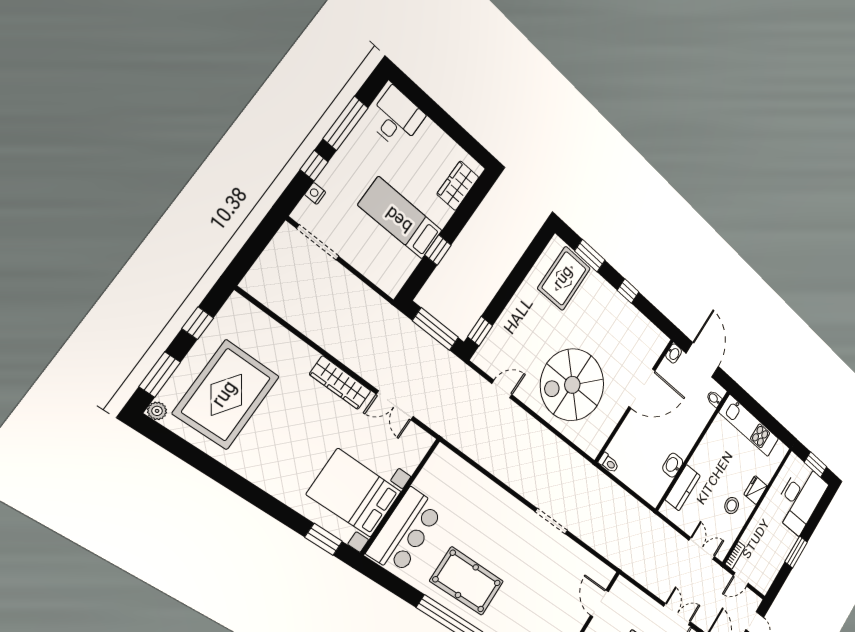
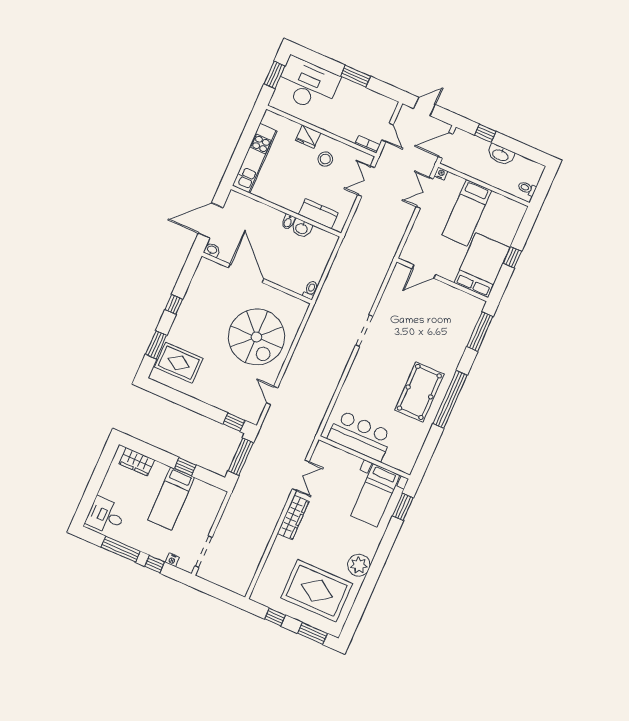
bidet: (714, 399) -> (288, 222), moved
plant: (157, 411) -> (359, 565), moved, width x1.87, depth x1.87
bed with nightstands: (354, 493) -> (375, 495), width x0.73
bar counter: (405, 531) -> (360, 436), moved

